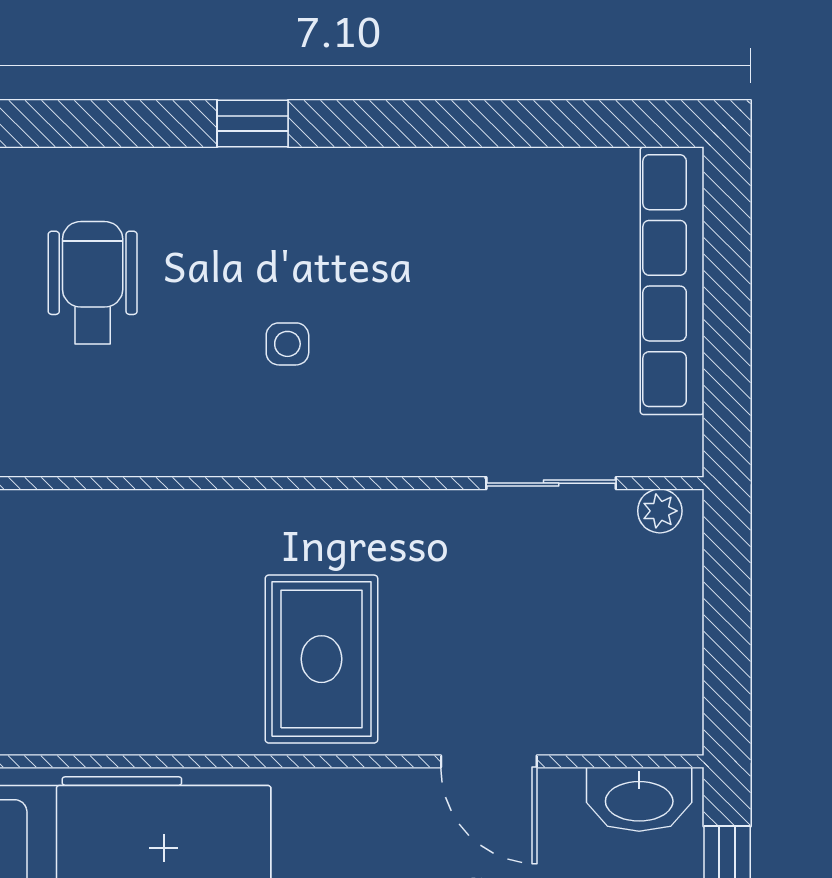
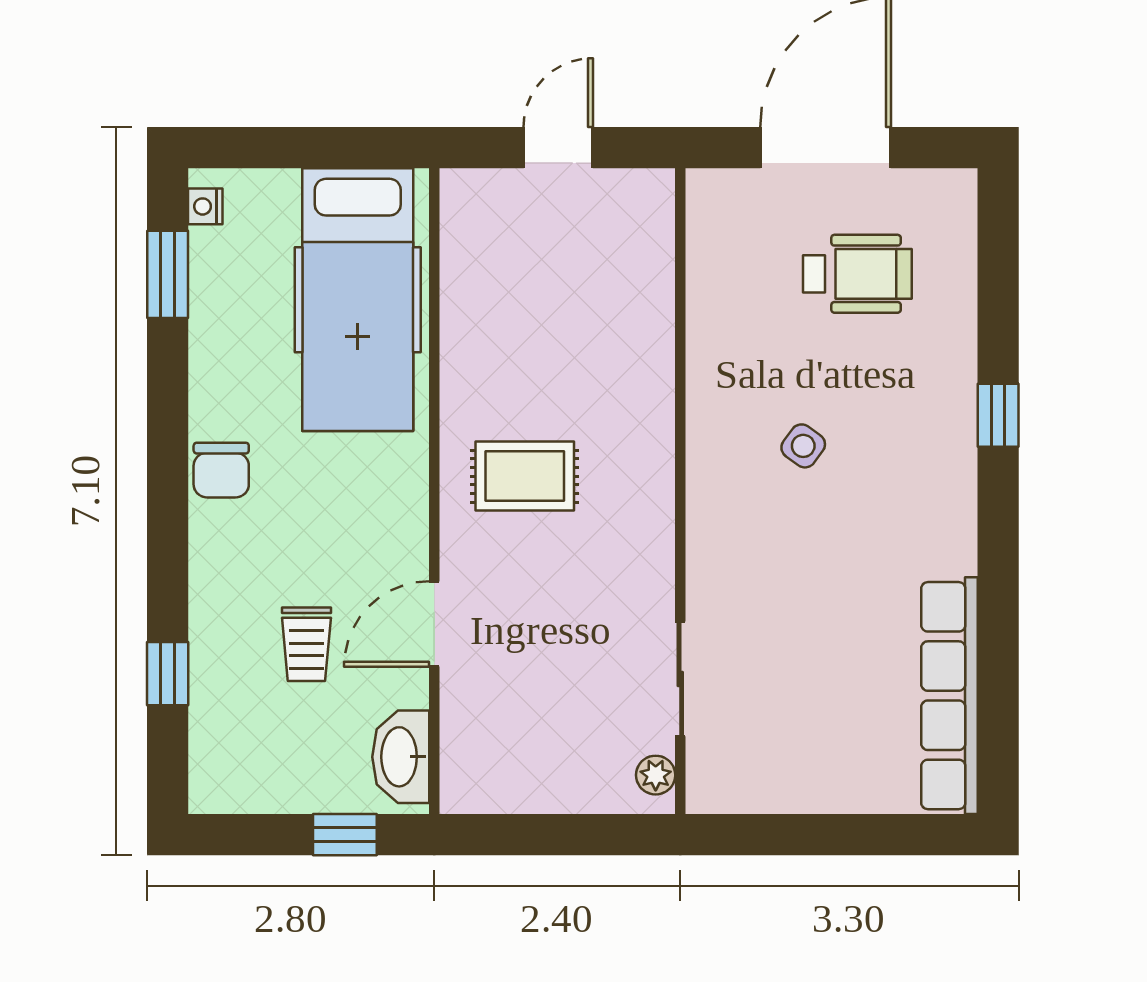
row of seats: (672, 281) -> (949, 696), moved, turned -90
side table: (287, 344) -> (803, 446), turned 36
rug: (321, 659) -> (525, 476), width x0.73, depth x0.70

